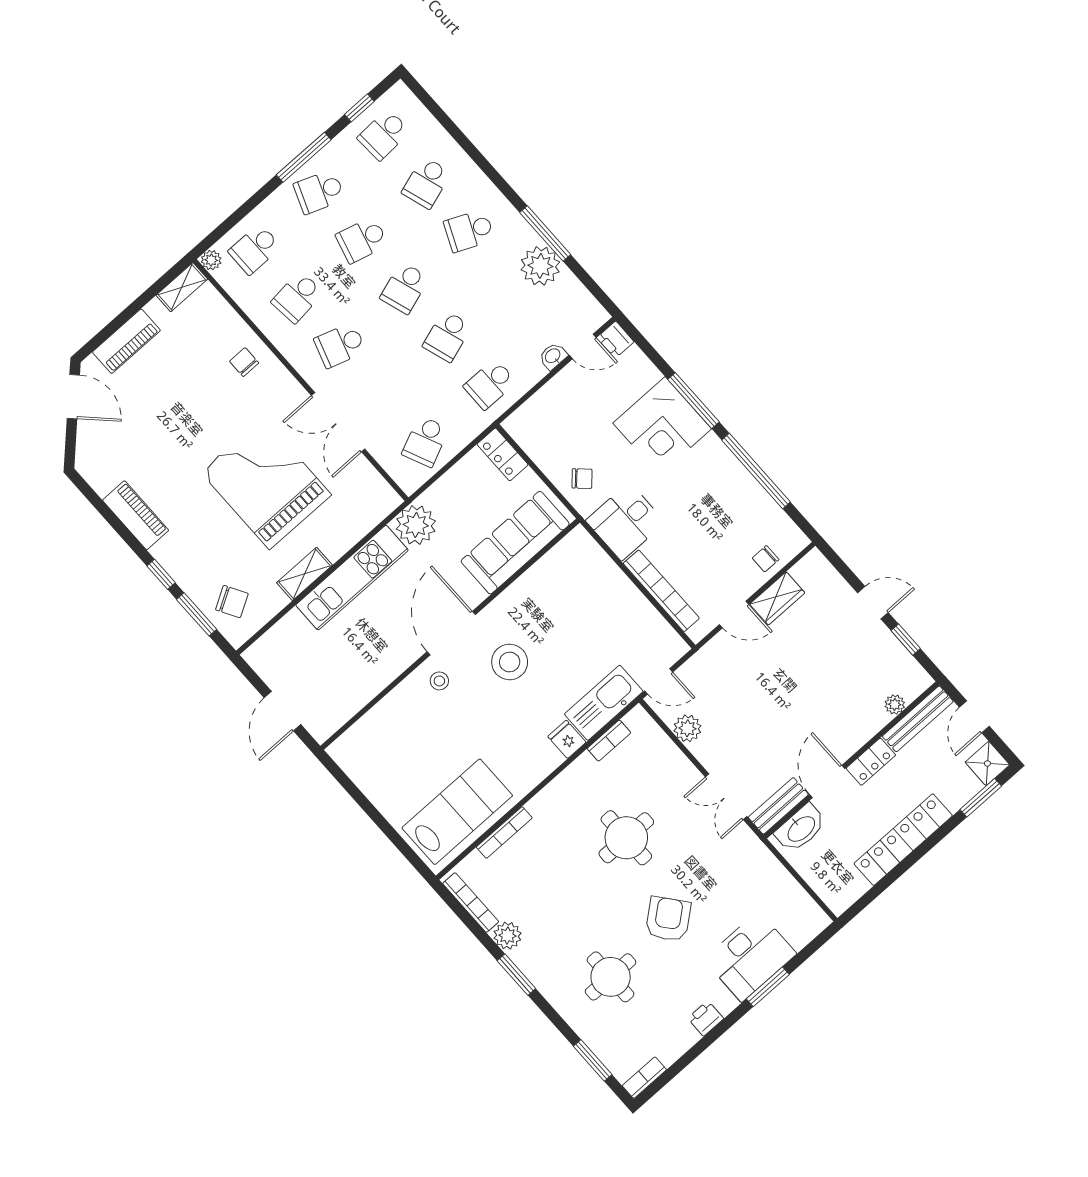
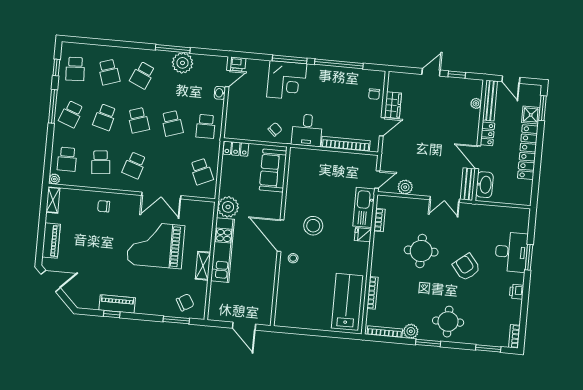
sofa: (515, 543) -> (273, 171), width x0.73
window: (161, 574) -> (112, 314), moved
shower: (987, 764) -> (531, 115), moved
round table: (611, 977) -> (448, 322), moved

